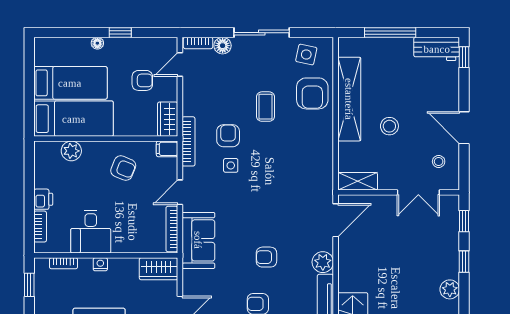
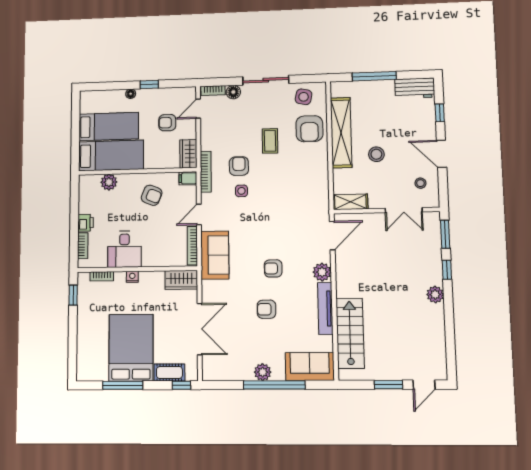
window: (464, 57) -> (440, 113), moved
armchair: (142, 80) -> (167, 123), turned 180
window: (464, 221) -> (445, 234), width x1.50

